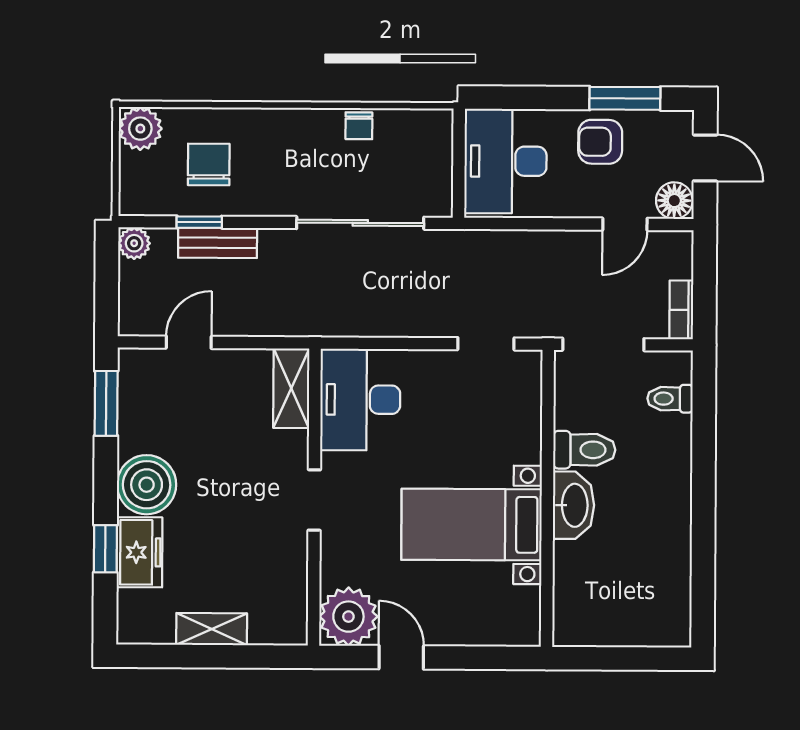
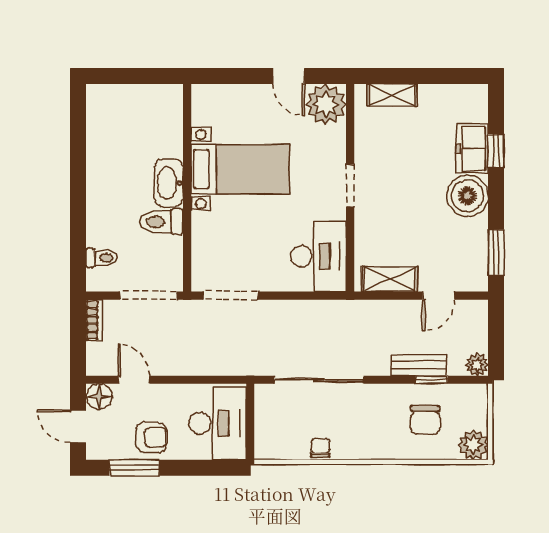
door: (625, 224) -> (134, 380), hinge flipped
doorway: (486, 344) -> (231, 296), width x1.38
shelving: (291, 388) -> (390, 279), moved, turned 90
shelving: (212, 629) -> (392, 95), moved

